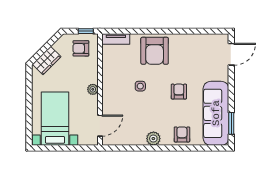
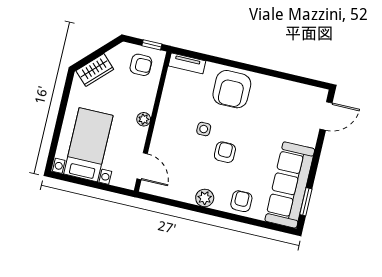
armchair: (81, 48) -> (141, 65), turned 180
armchair: (179, 92) -> (225, 152), moved
door: (100, 126) -> (142, 166), hinge flipped

